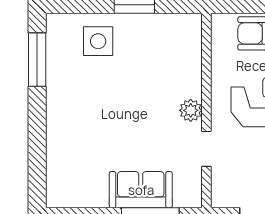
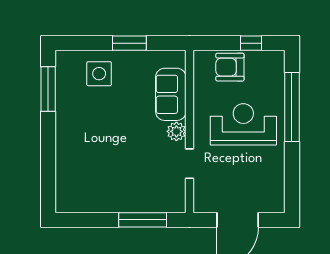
sofa: (141, 190) -> (171, 94), moved, turned -90

